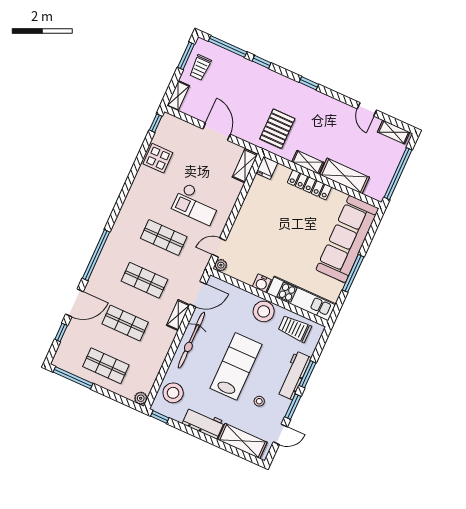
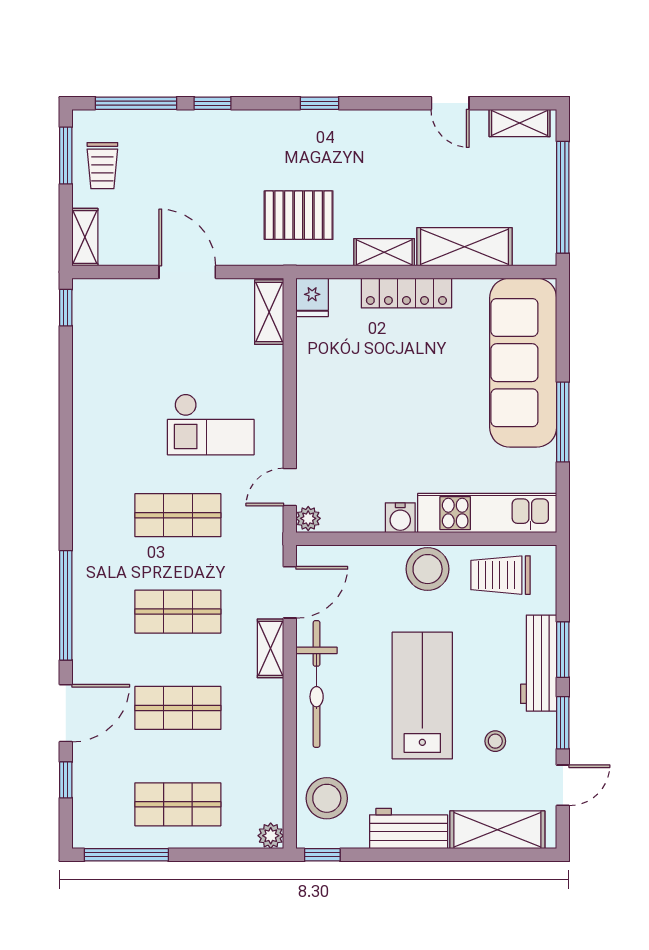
pallet: (277, 129) -> (299, 215), turned 90
display table: (158, 158) -> (100, 371), removed

